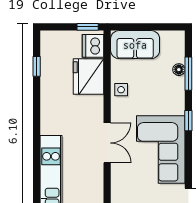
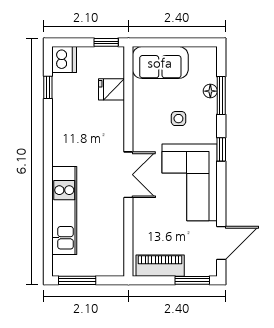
dishwasher: (93, 46) -> (64, 59), moved, turned 180
fridge: (89, 76) -> (112, 89), width x0.53, depth x0.75
side table: (121, 90) -> (178, 119), moved

